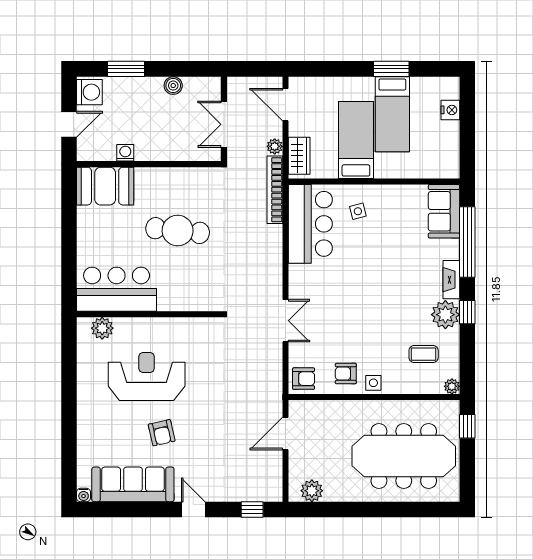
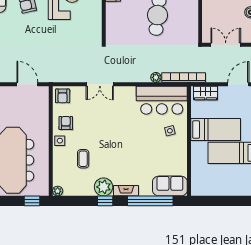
nightstand: (450, 110) -> (235, 190), removed
plant: (275, 146) -> (156, 77), moved
coffee table: (424, 354) -> (83, 159), moved

